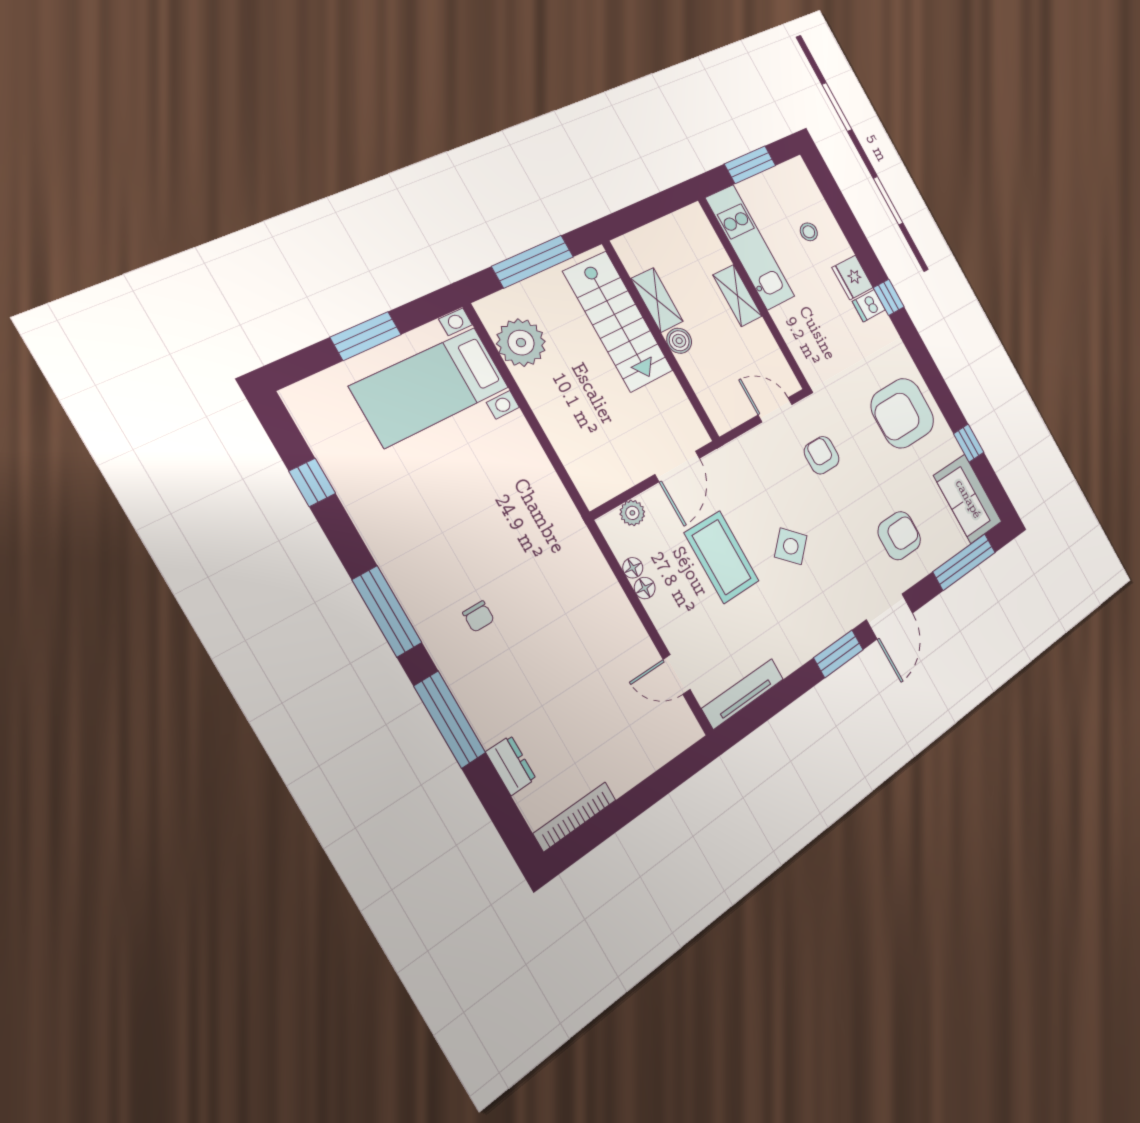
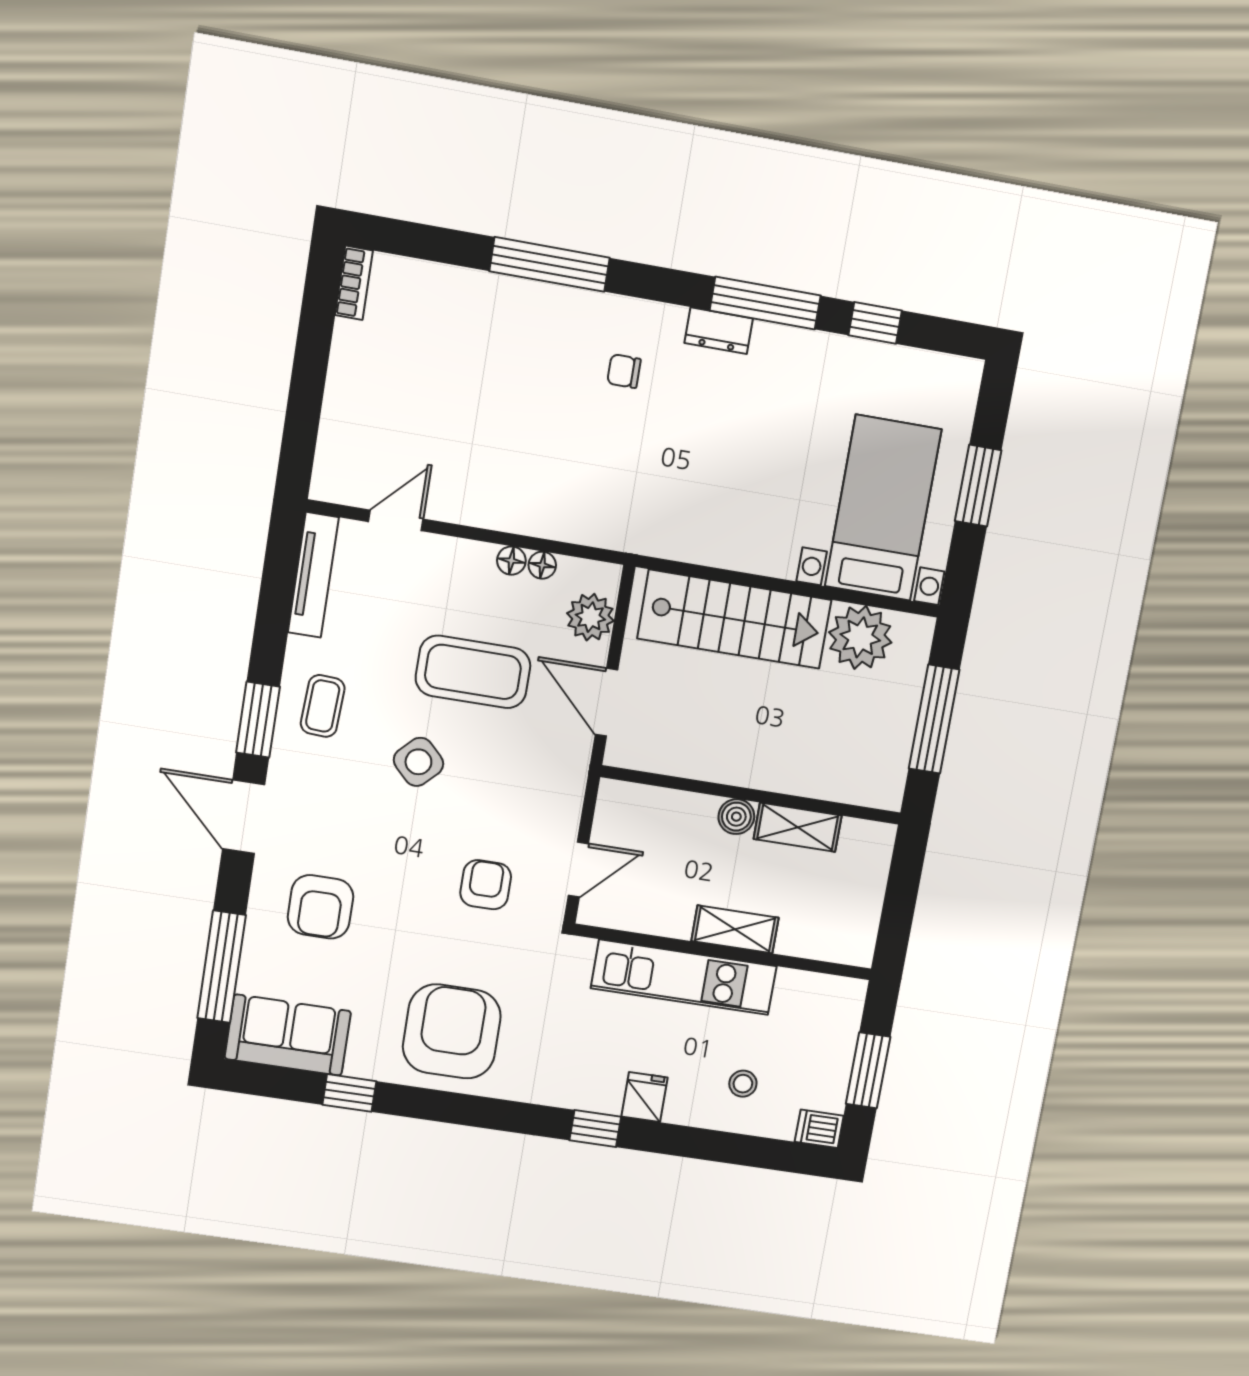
kitchen unit: (750, 247) -> (684, 977), moved
fridge: (853, 278) -> (644, 1097), width x0.72
dishwasher: (869, 306) -> (819, 1129), moved, turned -90
stairs: (618, 321) -> (734, 619), moved, turned 180
armchair: (822, 455) -> (486, 885), turned -90
plant: (632, 513) -> (590, 617), width x1.38, depth x1.38
window: (387, 611) -> (765, 303), moved
coffee table: (805, 625) -> (323, 706), added
dresser: (511, 765) -> (719, 331), moved
bookcase: (575, 816) -> (354, 283), width x0.64

